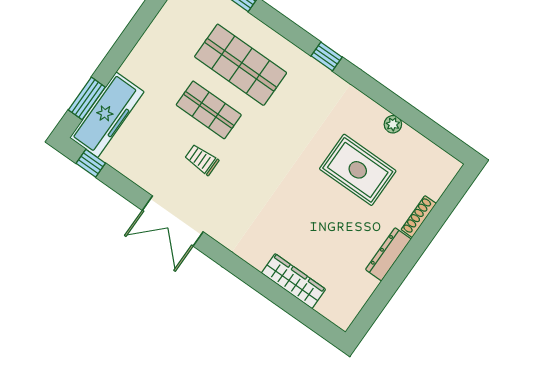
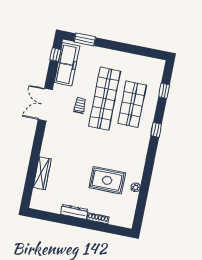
window: (327, 56) -> (156, 130), moved
shop shelf: (209, 110) -> (104, 99), width x2.00, depth x1.36
freezer: (107, 115) -> (67, 64), moved, turned -90
rug: (358, 170) -> (107, 180), turned 90

